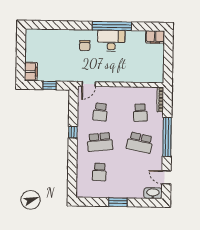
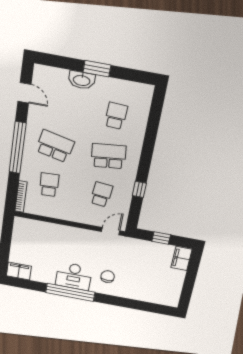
window: (73, 132) -> (139, 190), moved
washbasin: (153, 193) -> (82, 80), moved

